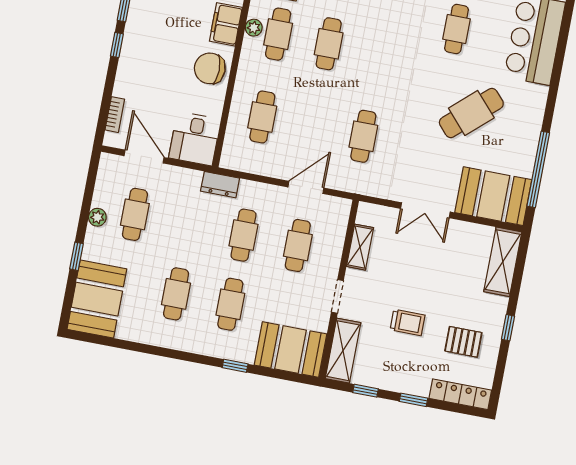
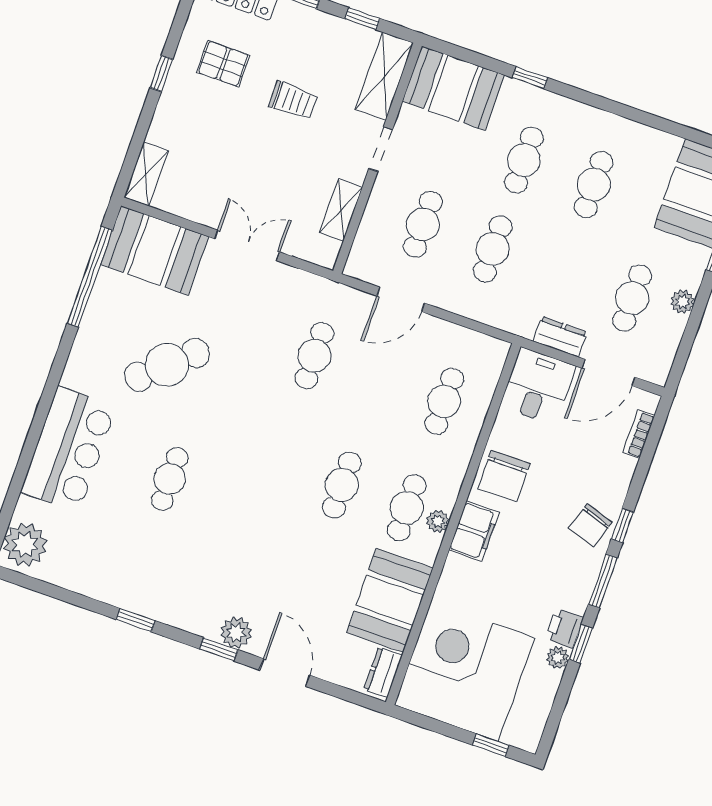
chair: (140, 42) -> (590, 525), added
chair: (210, 68) -> (504, 476), turned 90
door: (144, 157) -> (609, 373), hinge flipped
dresser: (220, 185) -> (560, 337), moved
shelving: (503, 262) -> (146, 174), width x0.67, depth x0.75
trolley: (408, 322) -> (293, 100), turned 180

